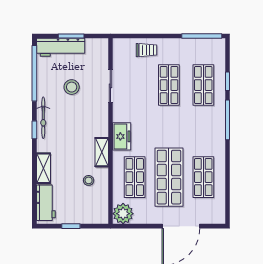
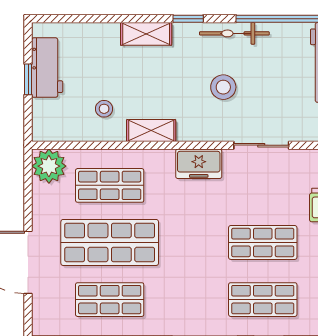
stool: (72, 87) -> (223, 87), moved
bicycle: (43, 118) -> (234, 33), moved
freezer: (122, 136) -> (199, 164), moved
shelving: (43, 168) -> (146, 34), moved
workbench: (46, 203) -> (47, 68), moved, turned -90

